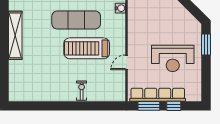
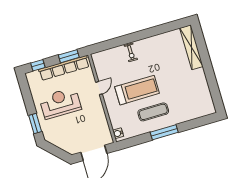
exercise mat: (76, 20) -> (153, 112), width x0.73, depth x0.69
shelving: (15, 35) -> (191, 47), moved
window: (174, 106) -> (38, 65), moved

